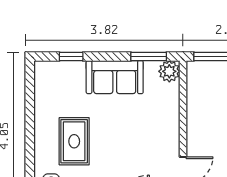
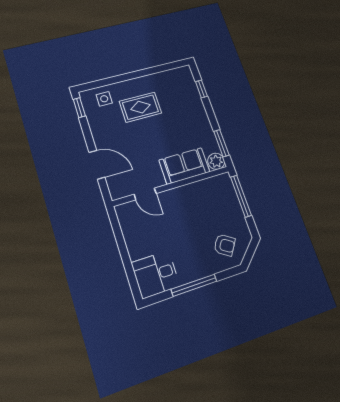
sofa: (115, 77) -> (184, 166), moved, turned 90

